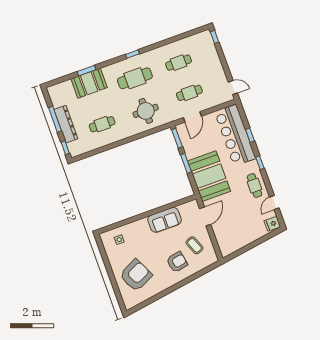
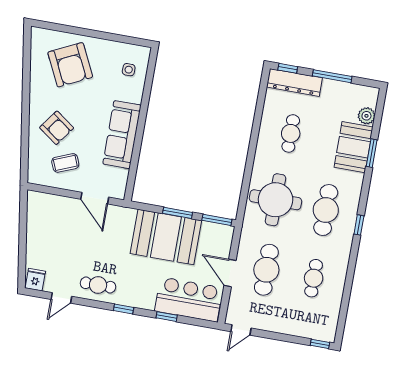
plant: (67, 86) -> (366, 116), added
cafe table: (189, 93) -> (266, 270), width x1.37, depth x1.35
round table: (146, 111) -> (276, 200), width x1.36, depth x1.36
door: (192, 117) -> (230, 273), moved
dresser: (66, 124) -> (294, 82), moved
bar counter: (235, 135) -> (189, 299), width x0.73
booth: (209, 176) -> (166, 237), moved
door: (274, 203) -> (61, 298), swing flipped
sofa: (165, 220) -> (122, 135), width x1.36
armchair: (177, 262) -> (57, 128), turned -43

